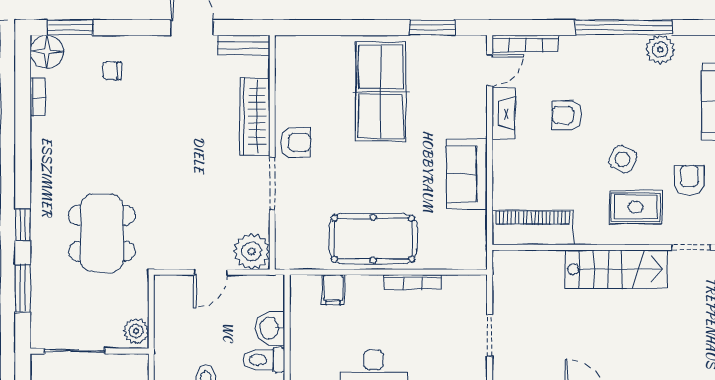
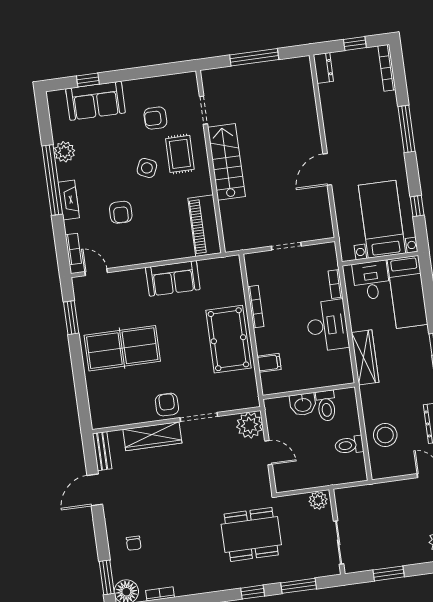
bookcase: (525, 43) -> (73, 249), width x0.64
fireplace: (503, 113) -> (69, 200), moved, turned 90

